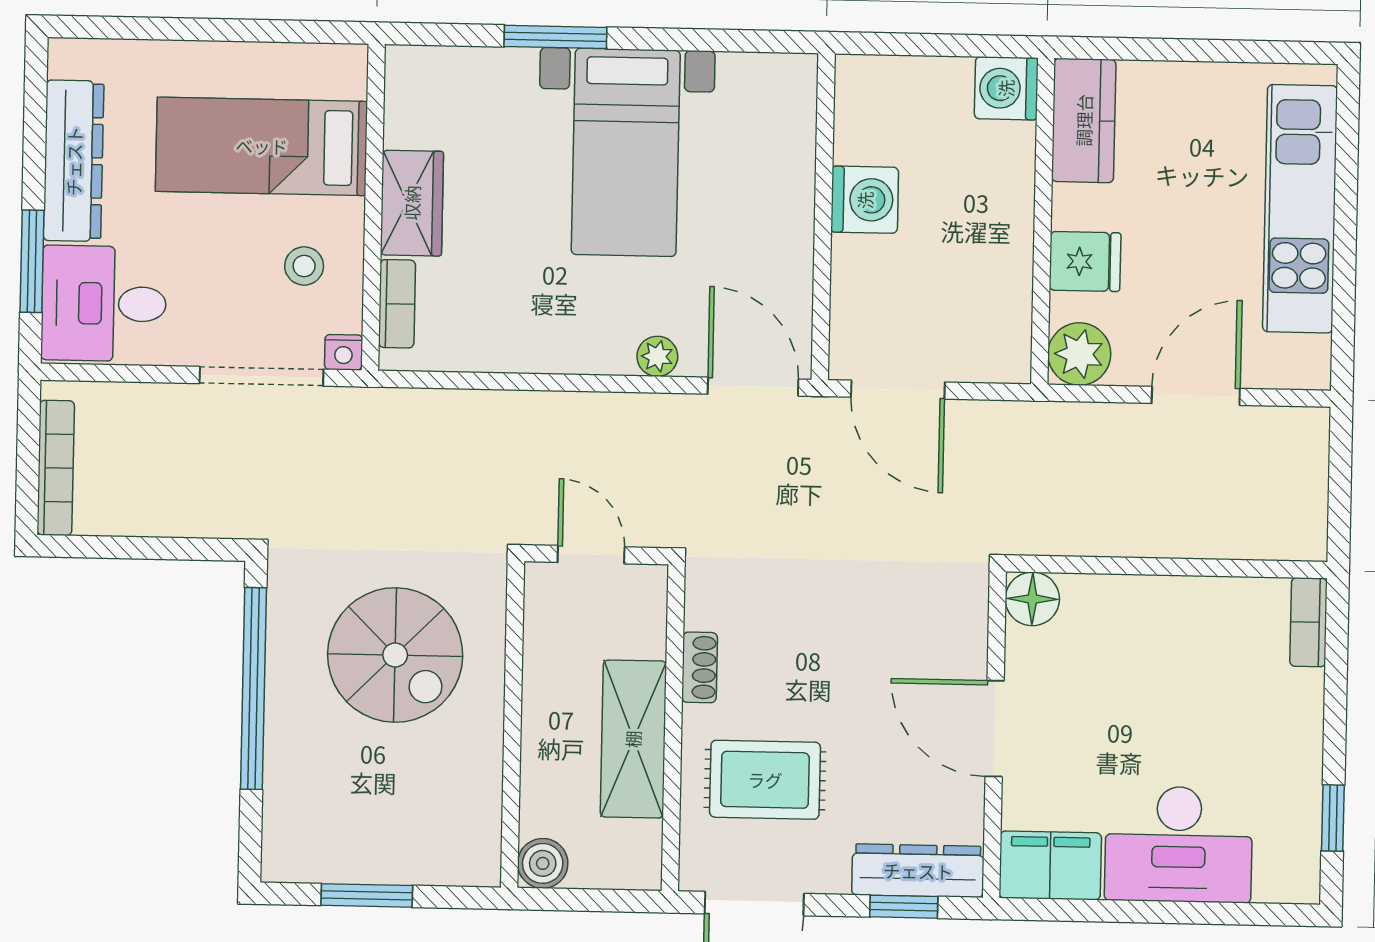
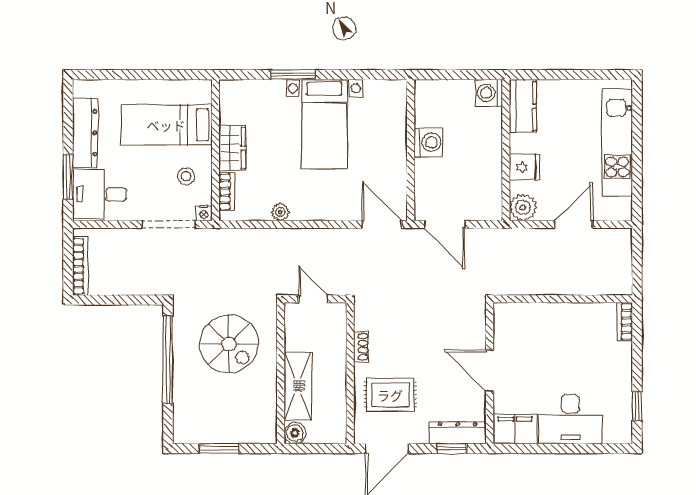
plant: (657, 356) -> (280, 212), moved
floor lamp: (1032, 599) -> (505, 314), removed
shelving: (633, 739) -> (298, 386), moved

